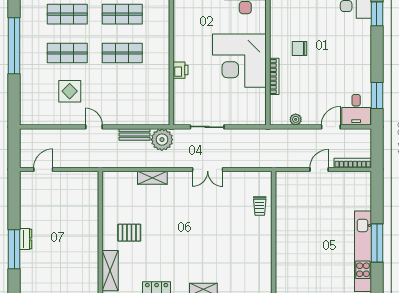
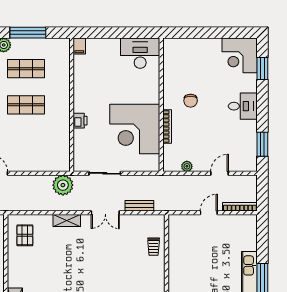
chair: (300, 49) -> (191, 101), turned -90
corner desk: (239, 61) -> (135, 129), moved
desk: (356, 110) -> (243, 106), moved, turned -90
bench: (134, 134) -> (139, 206), moved
shelving: (152, 178) -> (67, 221), moved
pallet: (129, 233) -> (25, 235), moved, turned 90

